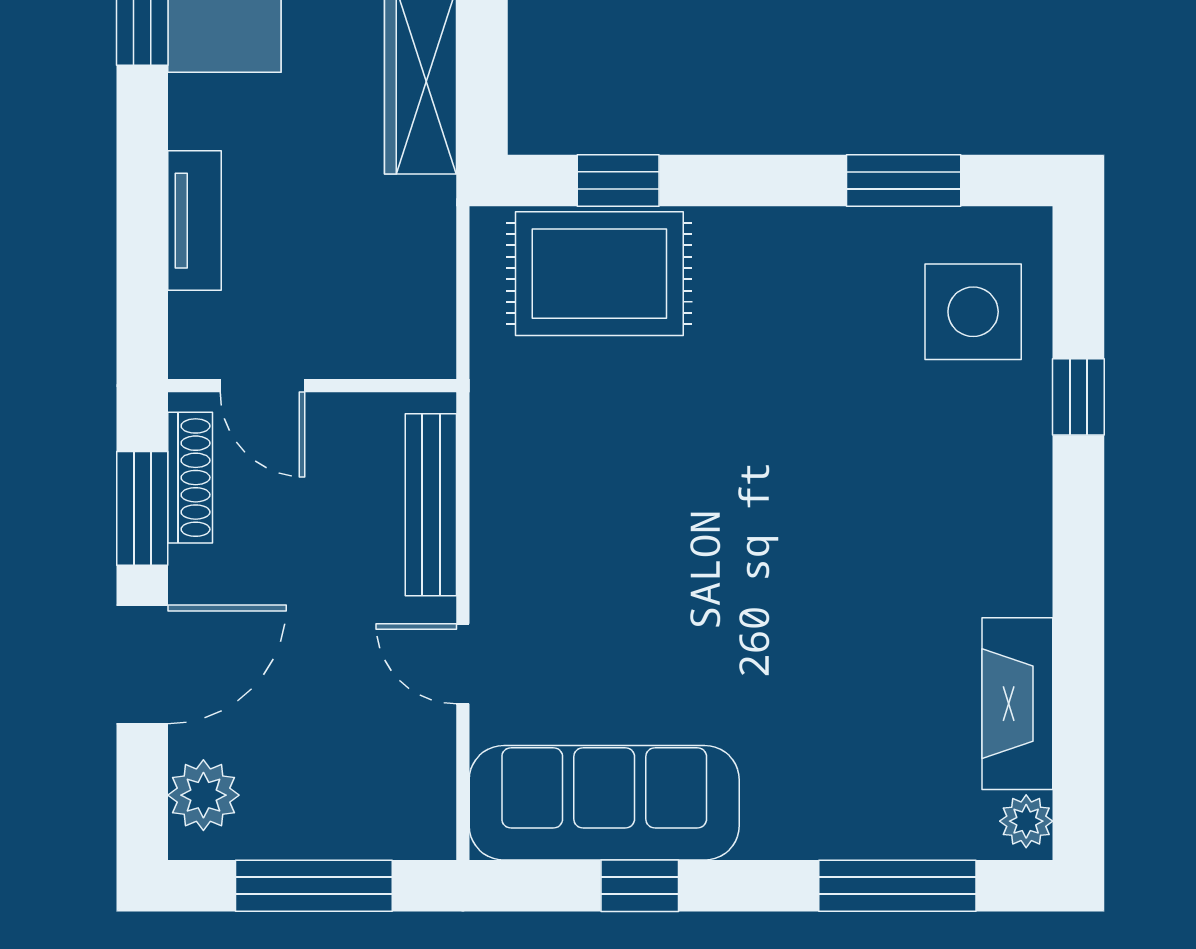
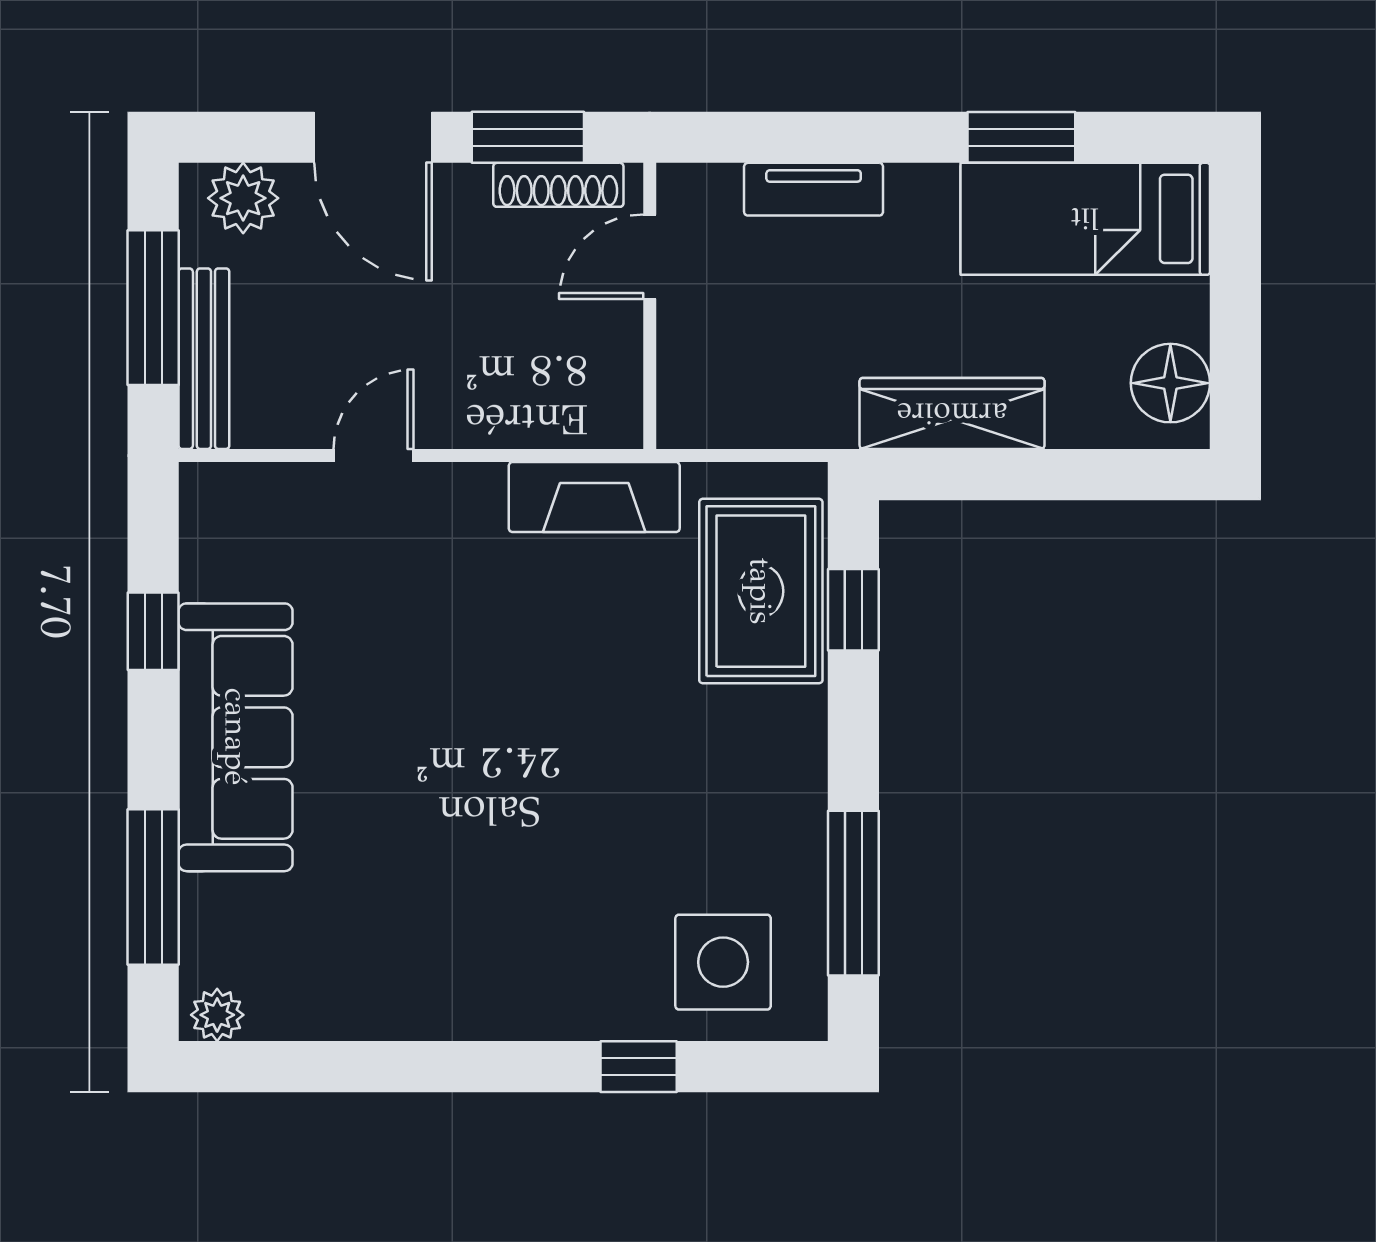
window: (904, 180) -> (853, 893), width x1.44
bench: (431, 505) -> (204, 359), moved, turned 90
fireplace: (1017, 704) -> (594, 497), moved, turned 180
sofa: (604, 803) -> (236, 737), moved

